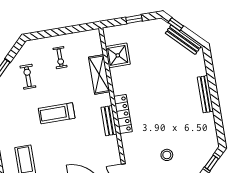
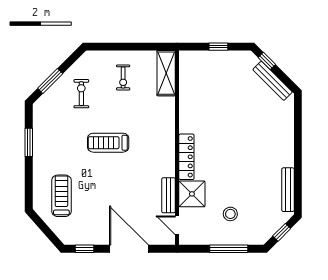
shower: (118, 55) -> (192, 194), moved
shelving: (99, 74) -> (166, 73), moved
bench: (205, 94) -> (288, 190), moved
bench: (109, 121) -> (169, 195), moved

